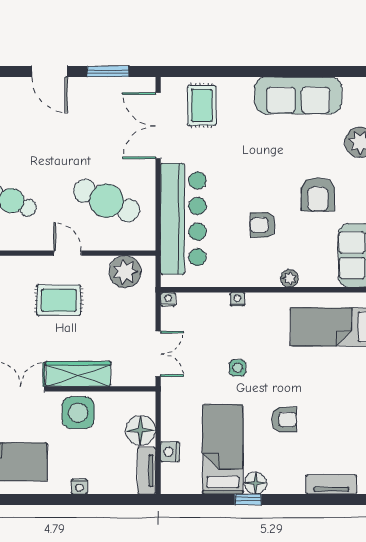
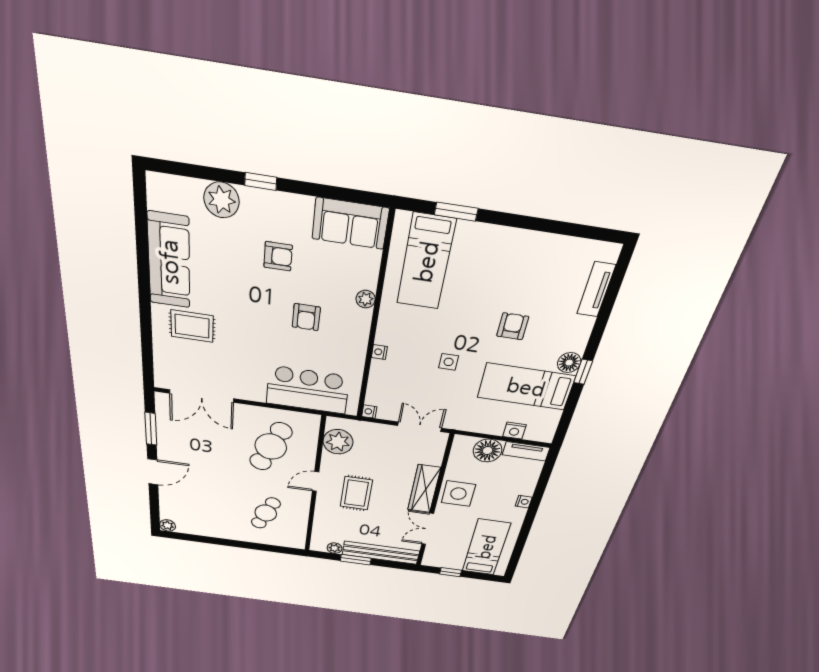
rug: (202, 105) -> (192, 326), moved
armchair: (318, 194) -> (278, 256), width x0.72, depth x0.72
bar counter: (183, 219) -> (308, 390), width x0.73

